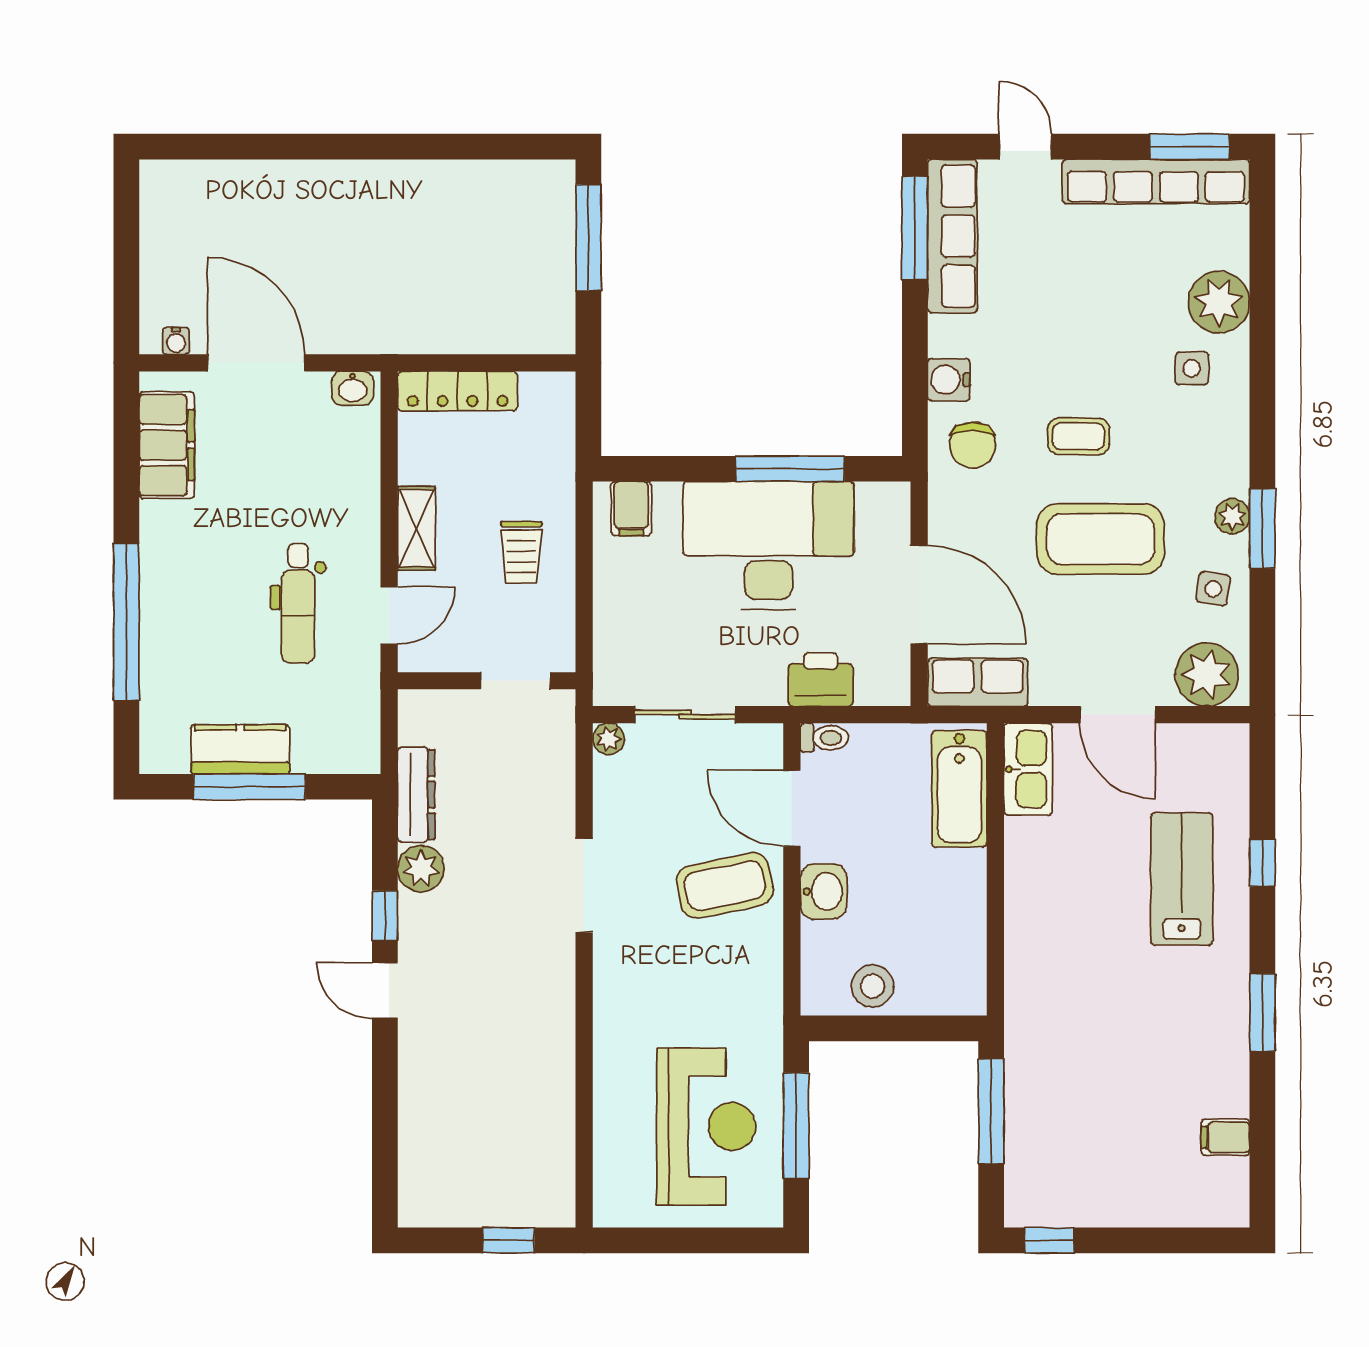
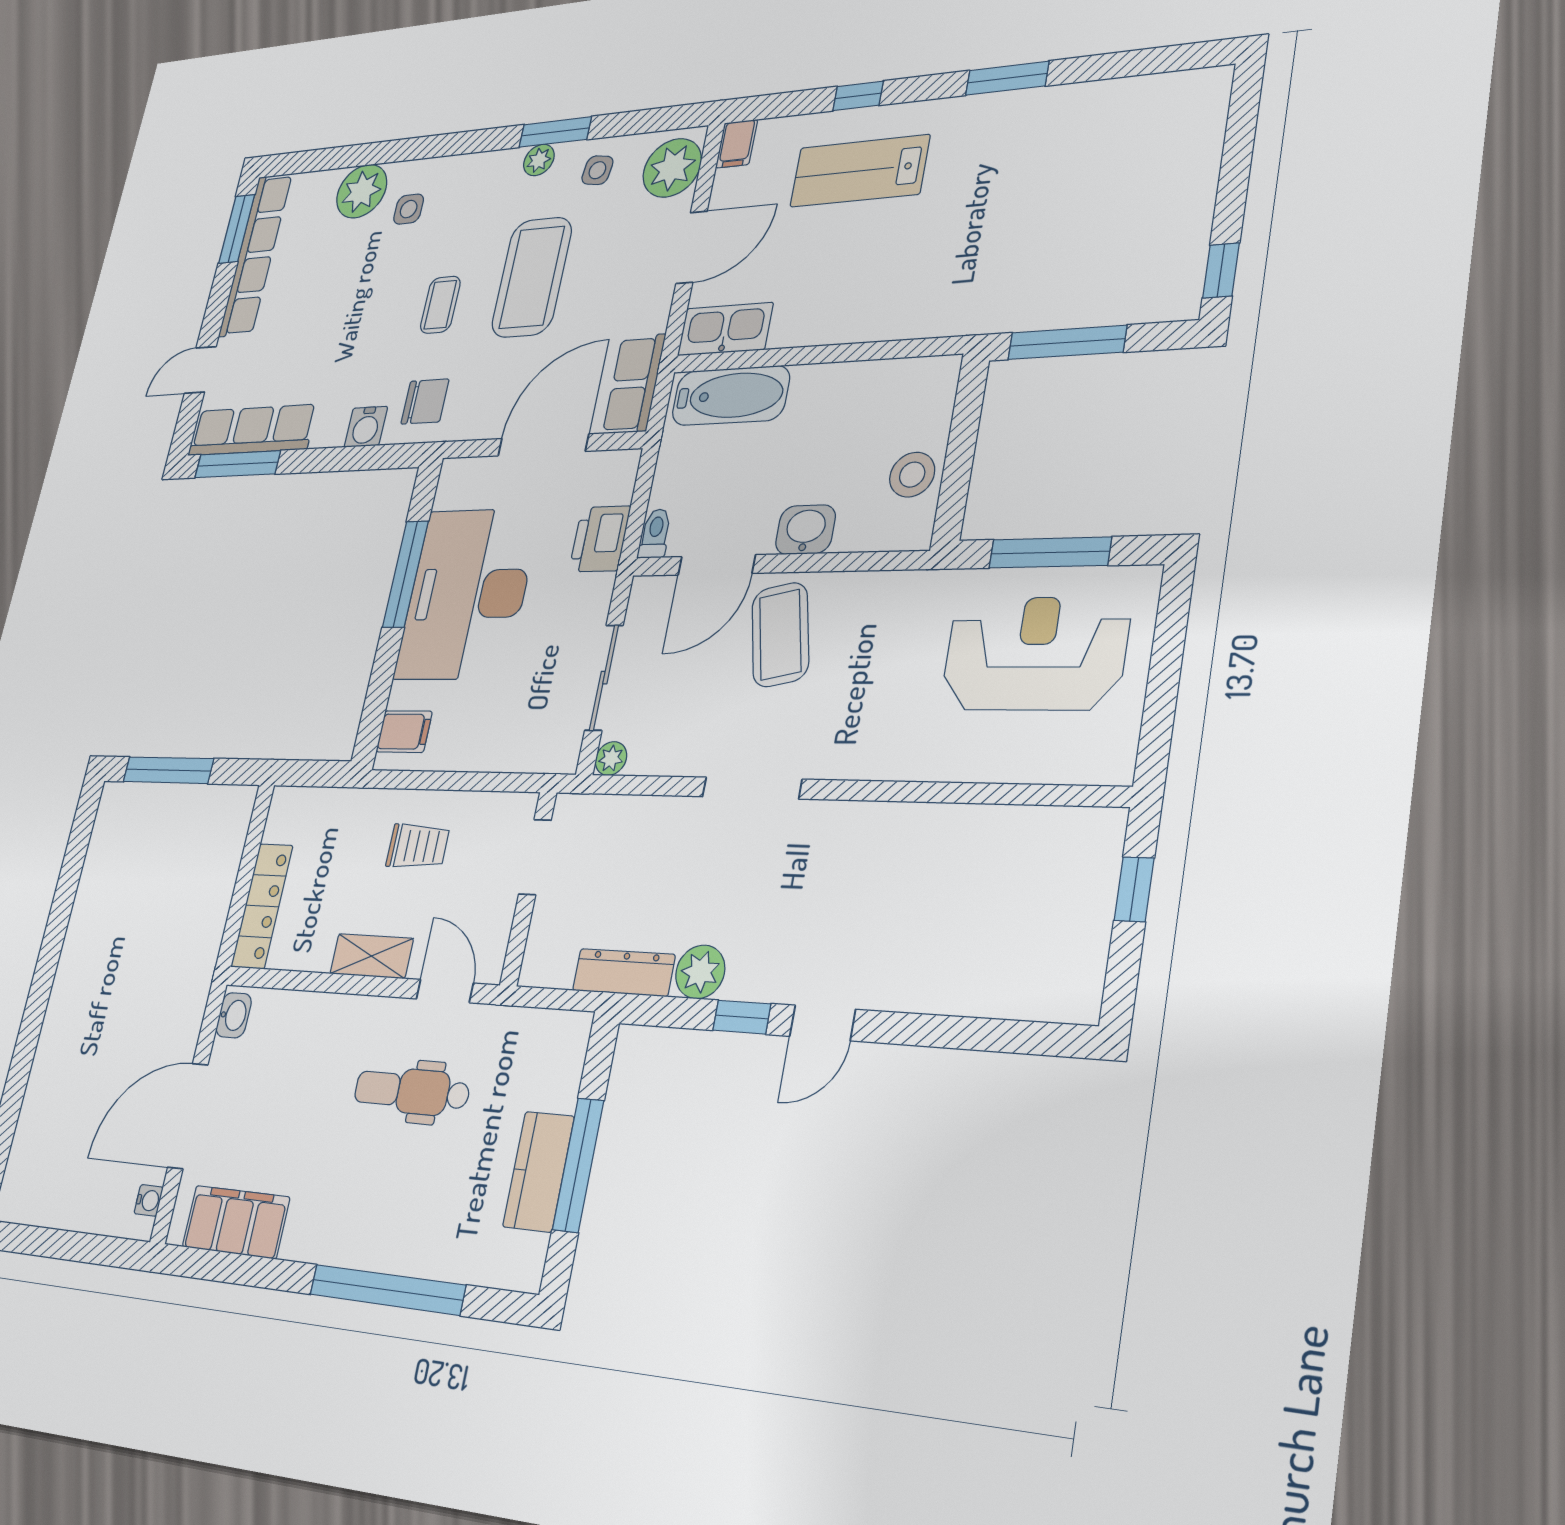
dental chair: (298, 603) -> (412, 1091), turned 180
filing cabinet: (1225, 1137) -> (737, 144), moved

